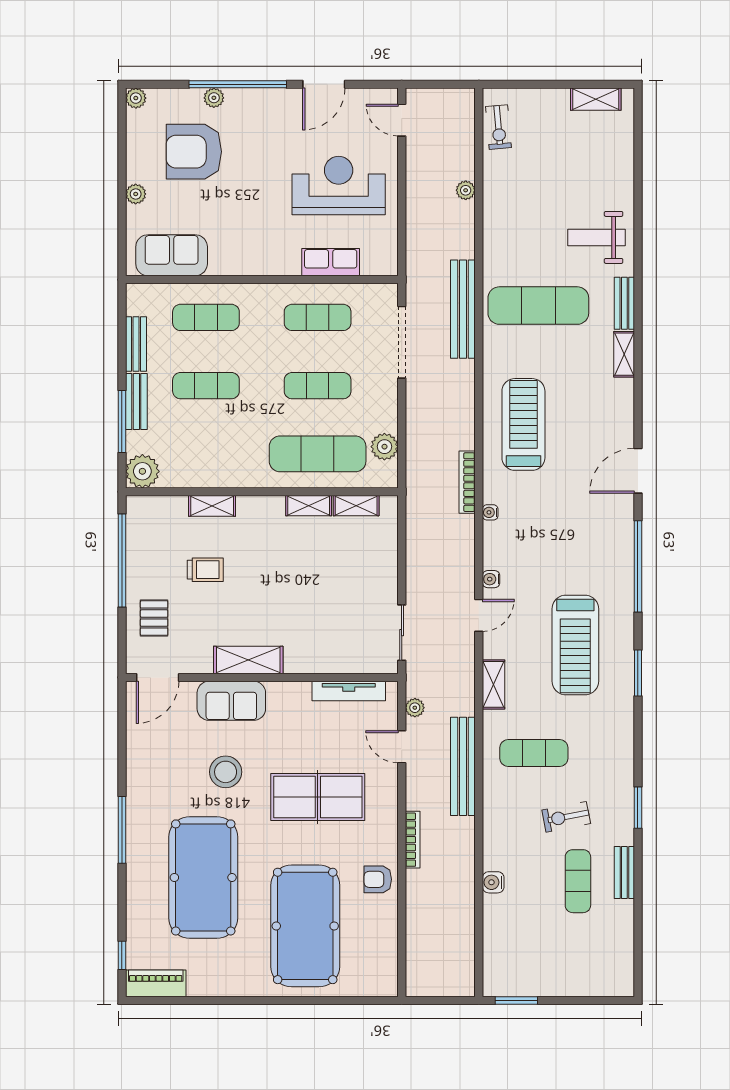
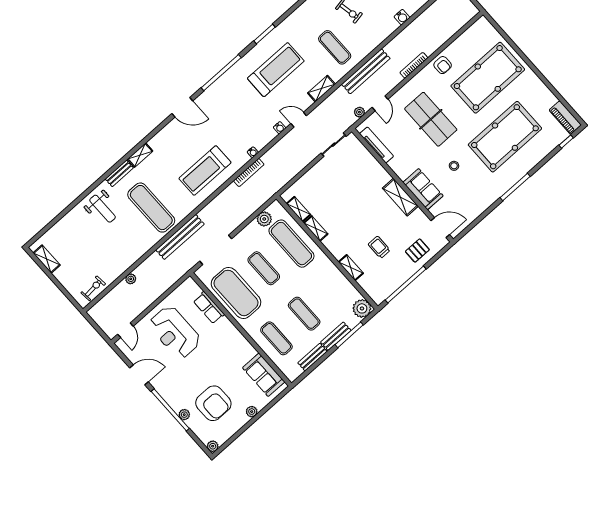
exercise mat: (318, 317) -> (236, 293), width x2.00, depth x1.45
stool: (226, 772) -> (454, 166), width x0.53, depth x0.53

